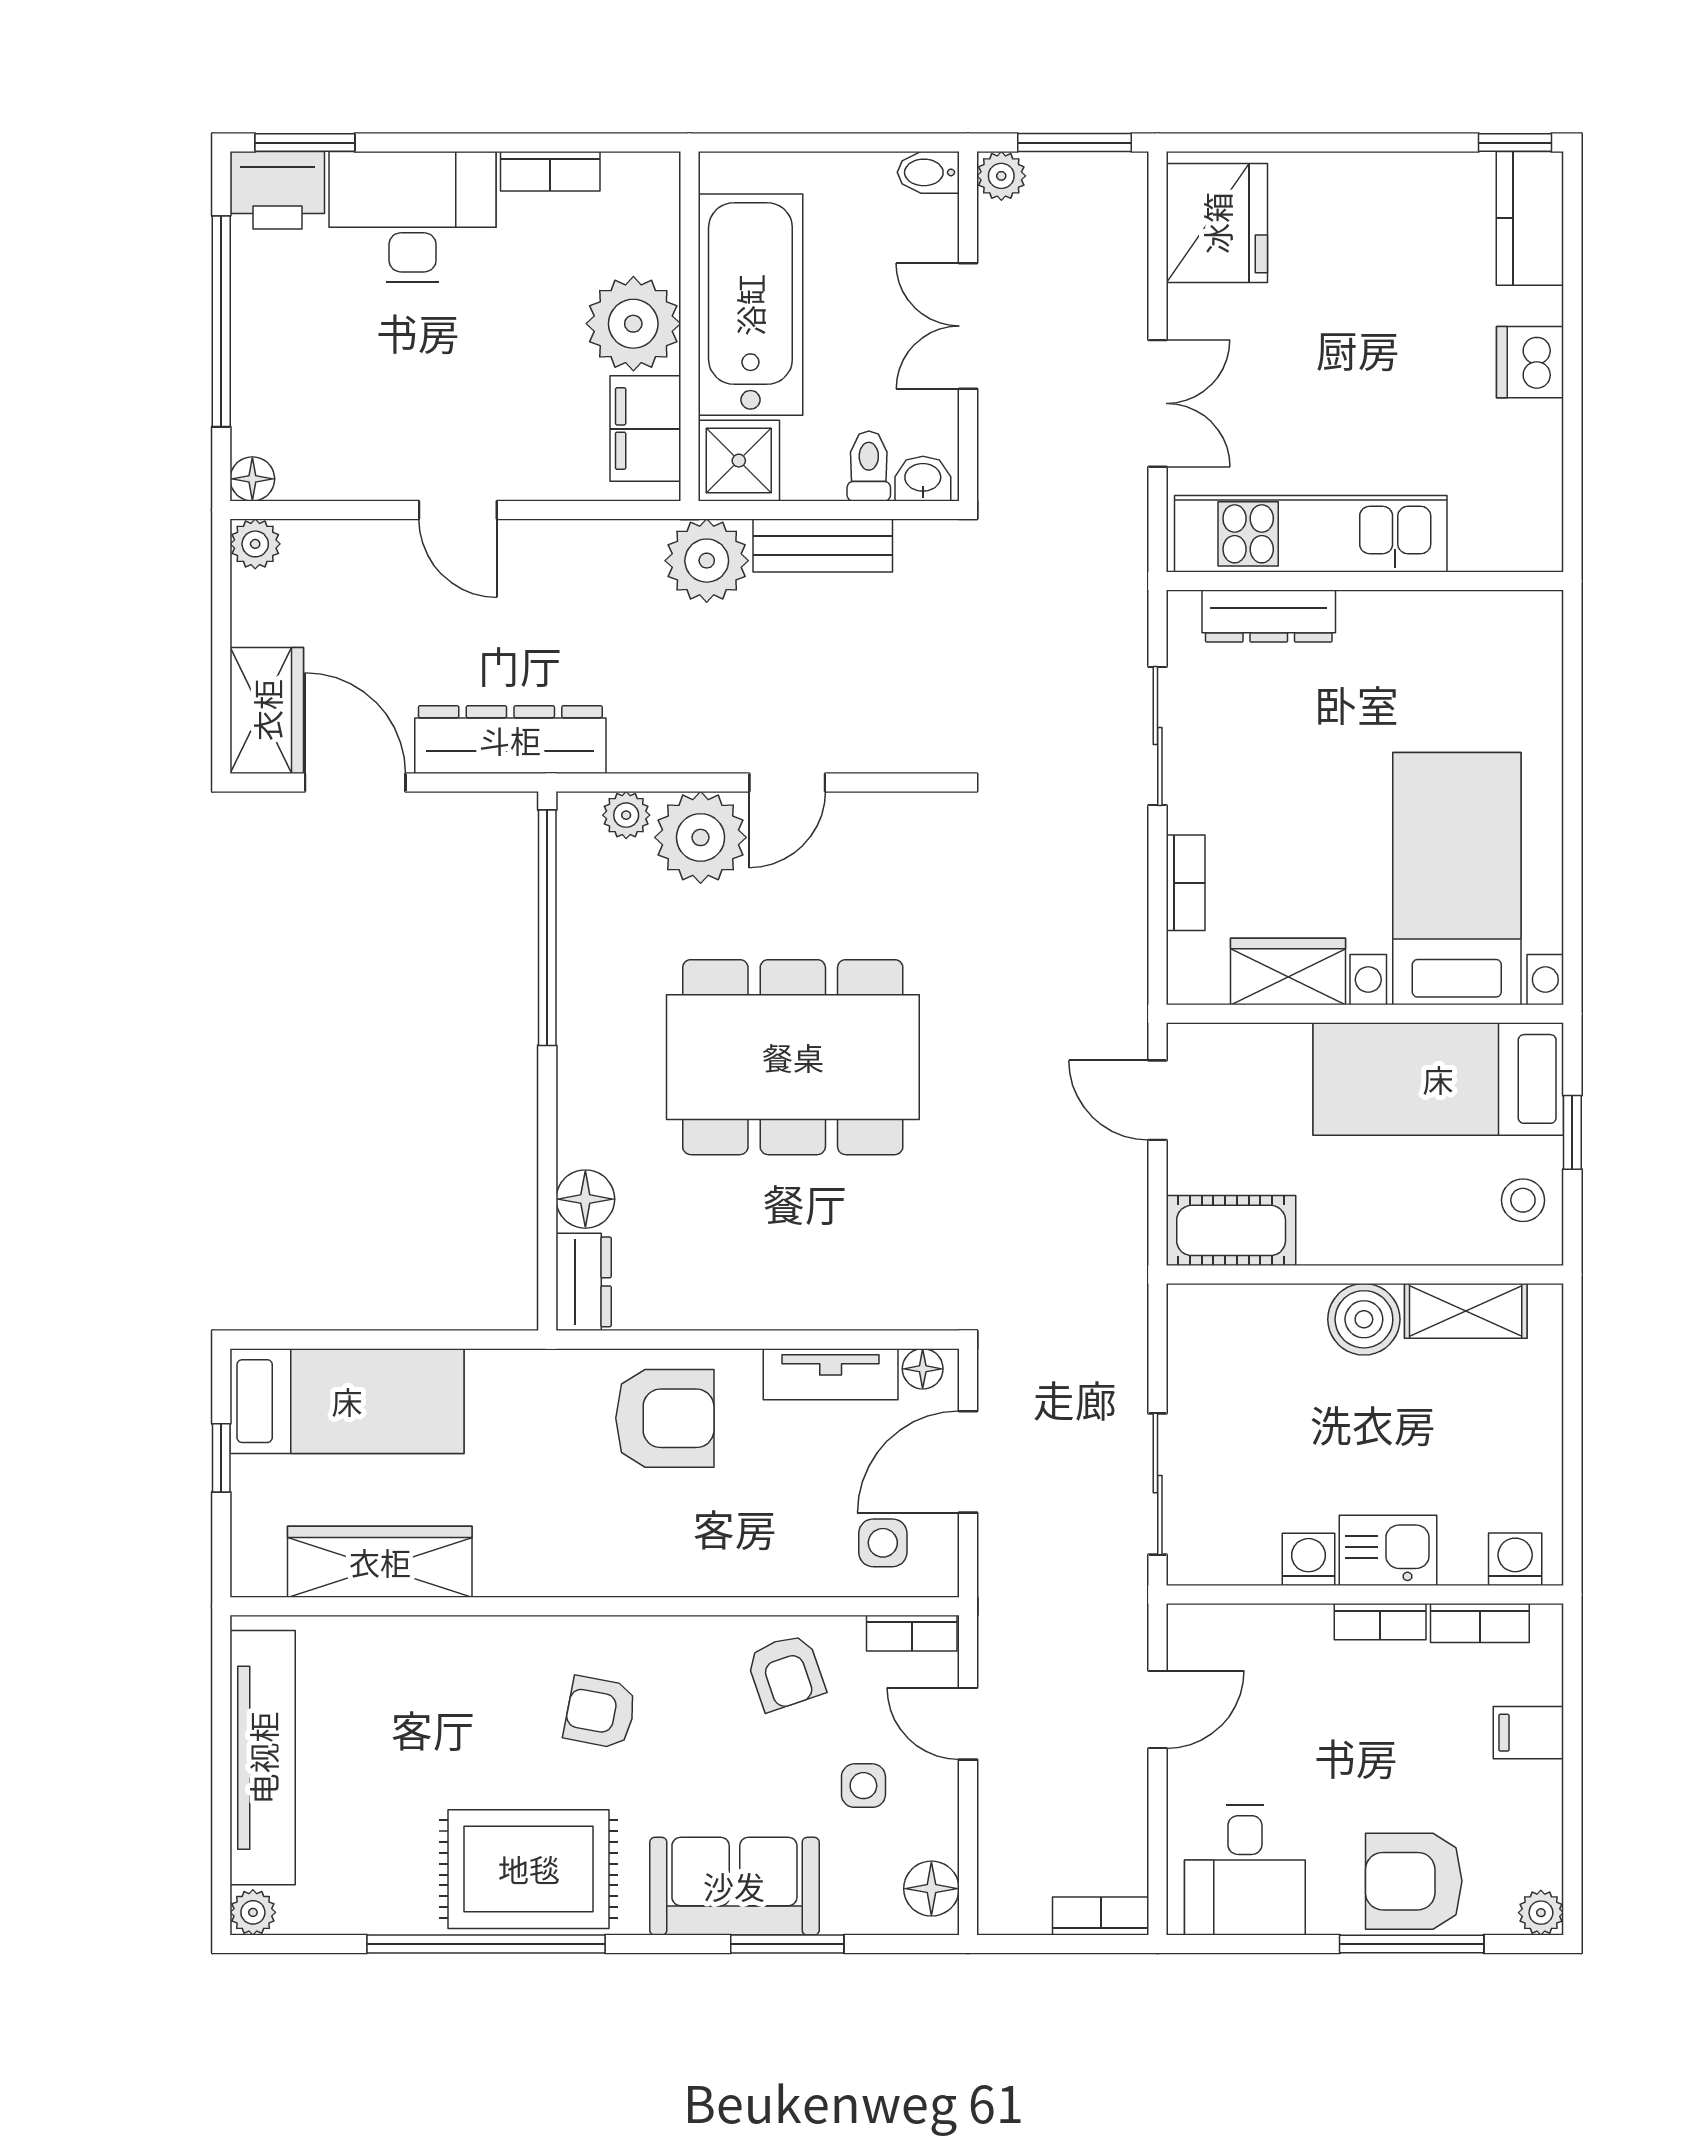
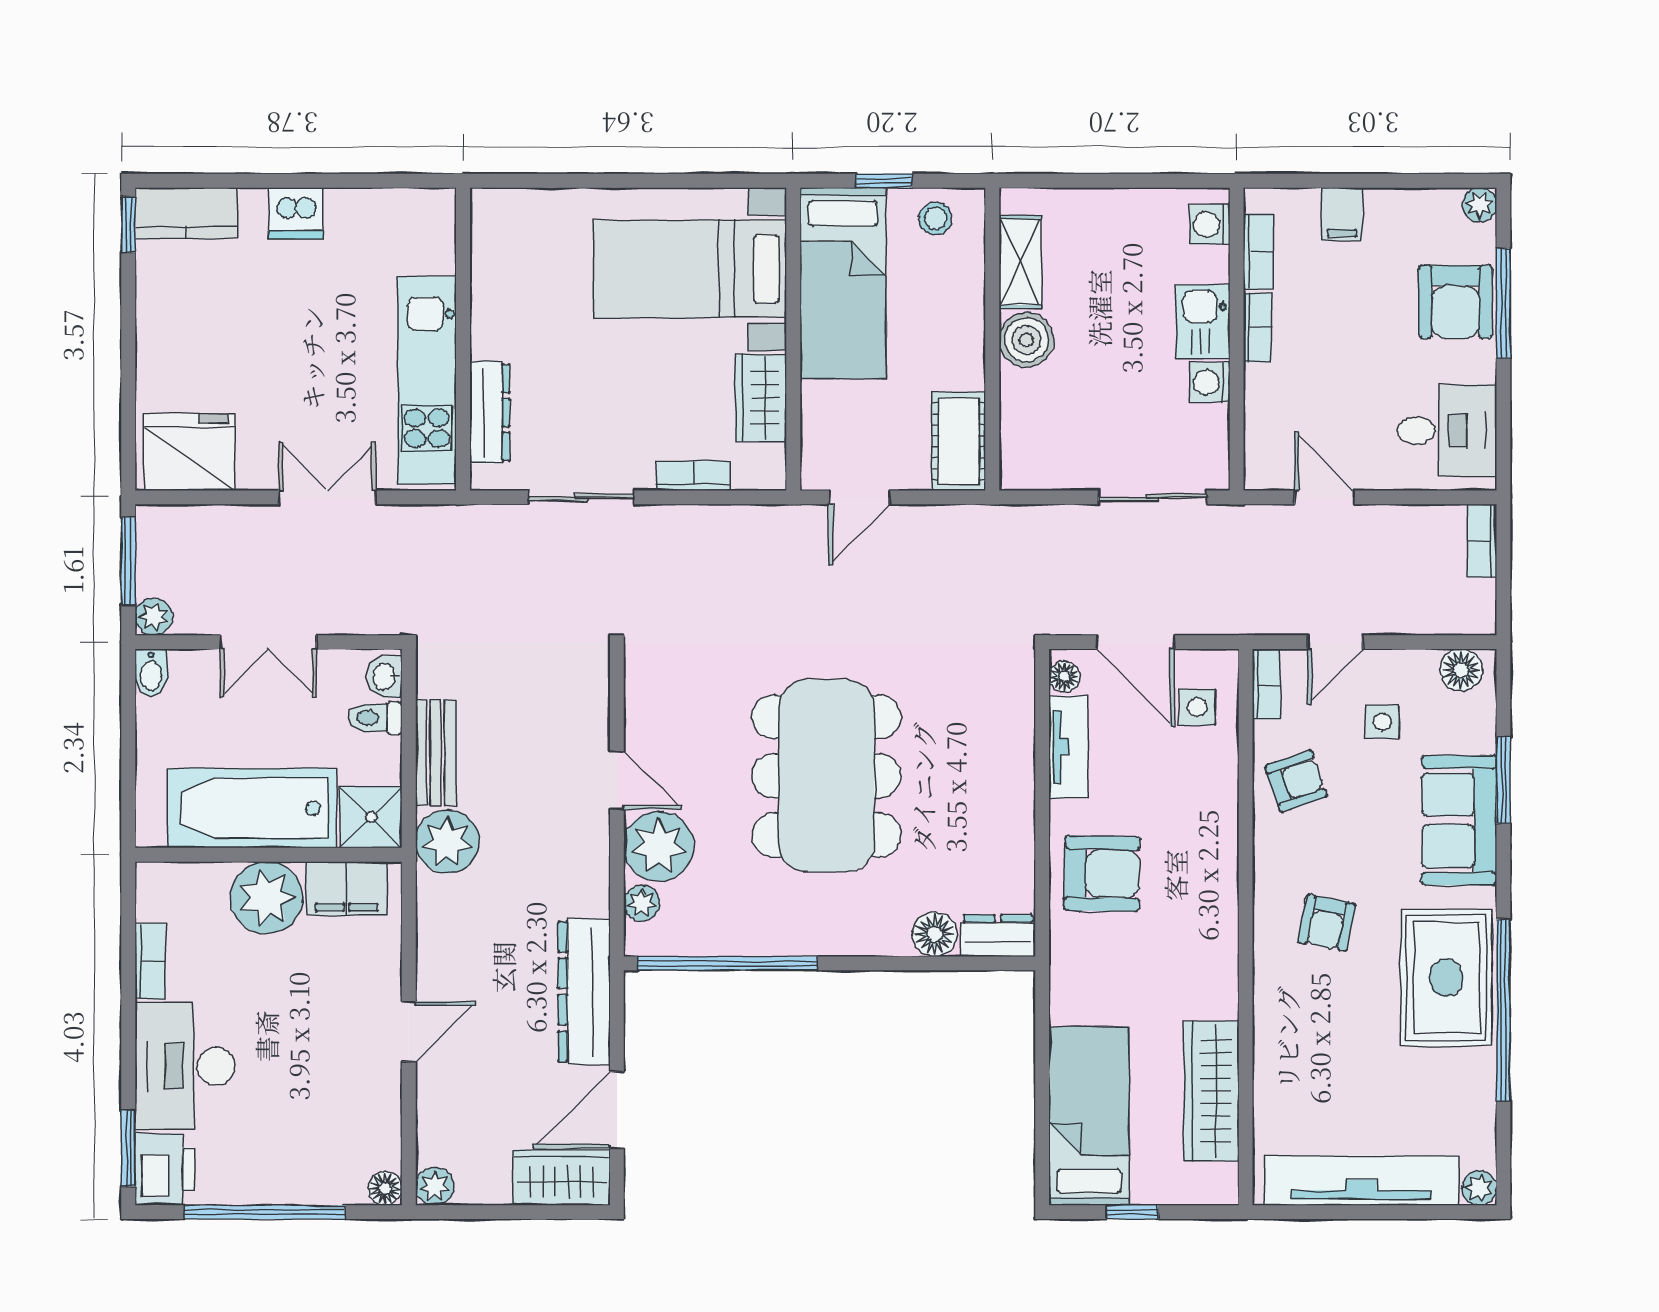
armchair: (665, 1418) -> (1102, 874), turned 91

